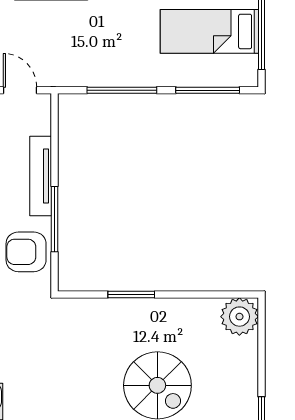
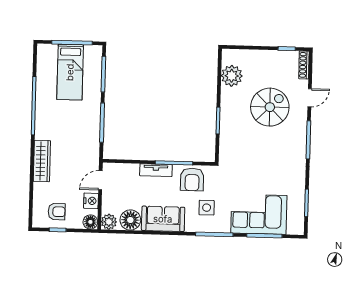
tv unit: (41, 176) -> (156, 170), width x0.71
plant: (239, 317) -> (232, 76), moved

